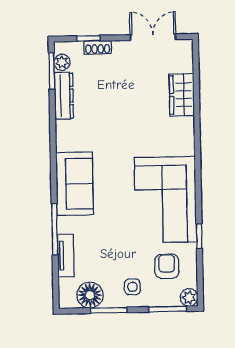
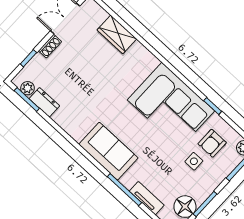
shoe rack: (98, 47) -> (50, 46), moved
dresser: (64, 96) -> (44, 102), width x0.70
armchair: (167, 266) -> (212, 143), turned -90
side table: (132, 287) -> (194, 161), moved

